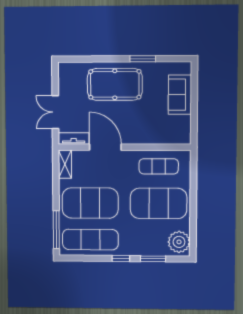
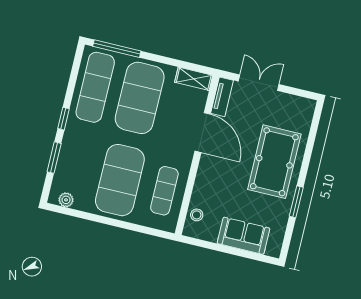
stool: (172, 136) -> (197, 215), added
door: (105, 147) -> (203, 133), hinge flipped
plant: (179, 242) -> (66, 200), width x0.53, depth x0.53

